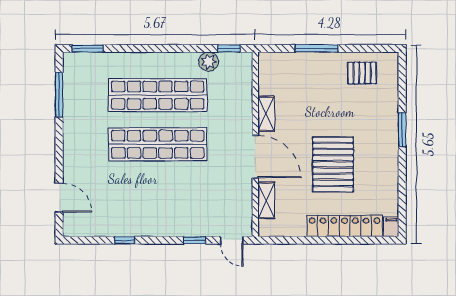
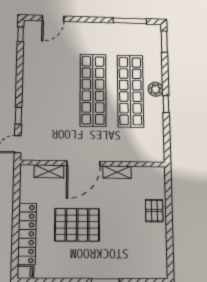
window: (229, 48) -> (166, 104), moved
window: (317, 48) -> (169, 212), removed
plant: (209, 62) -> (156, 89), moved
pallet: (362, 73) -> (154, 211), moved
window: (125, 240) -> (21, 34), moved

